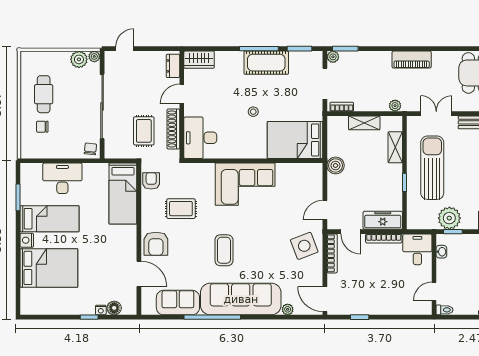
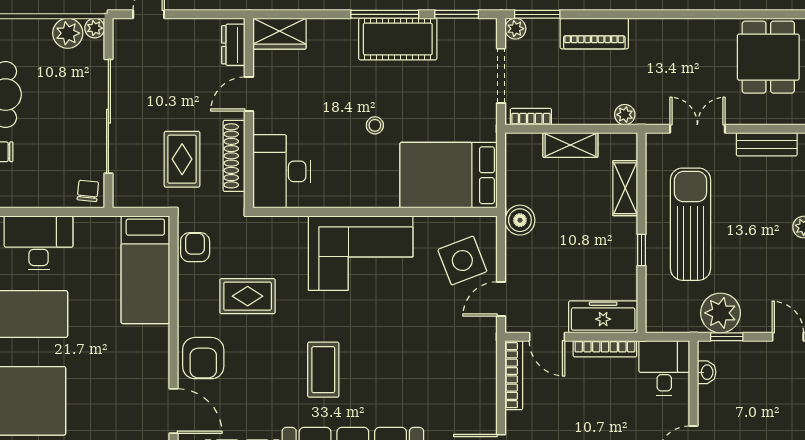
piano: (412, 60) -> (594, 33), moved
side table: (304, 246) -> (462, 261), moved

